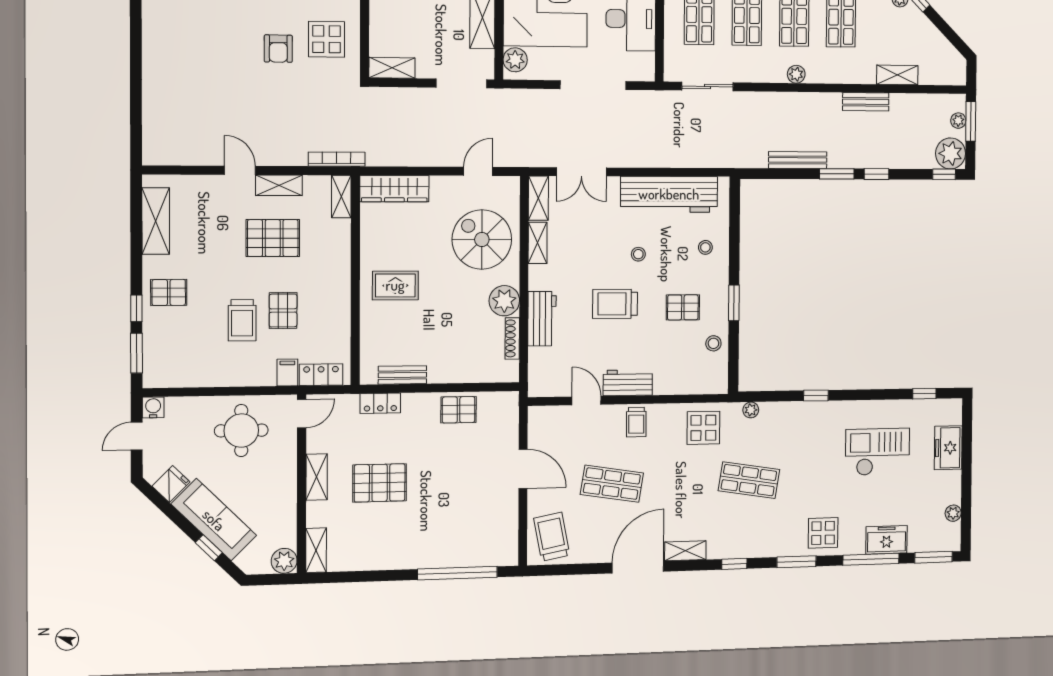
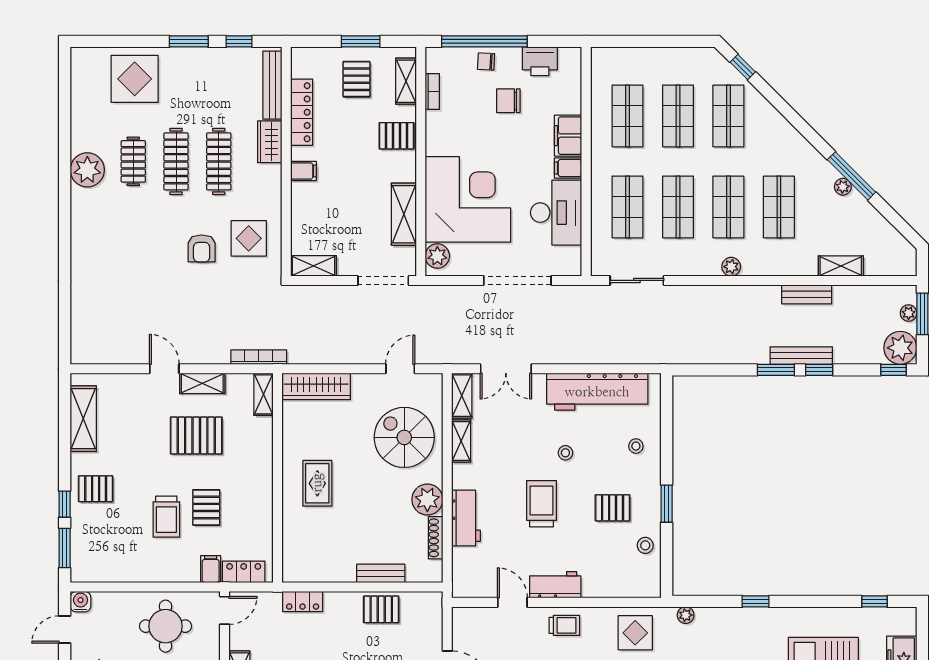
bench: (798, 160) -> (801, 356), moved
rug: (395, 285) -> (317, 483), turned 90
trolley: (615, 304) -> (541, 504), turned 90
bench: (402, 375) -> (381, 573), moved
trolley: (636, 422) -> (564, 625), turned -90

